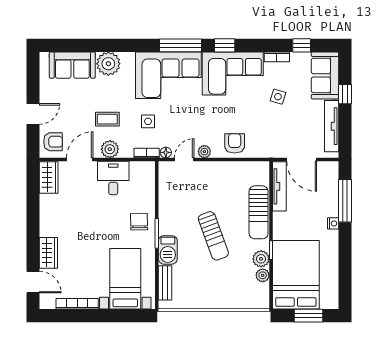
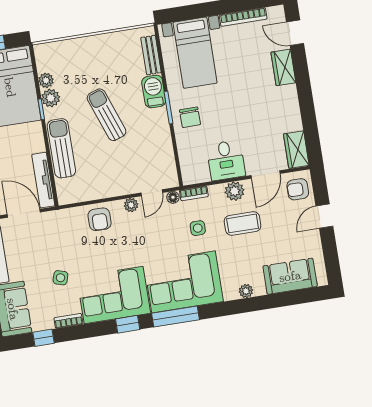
plant: (108, 64) -> (246, 291), width x0.53, depth x0.53
coffee table: (107, 119) -> (243, 223), width x1.36, depth x1.30

